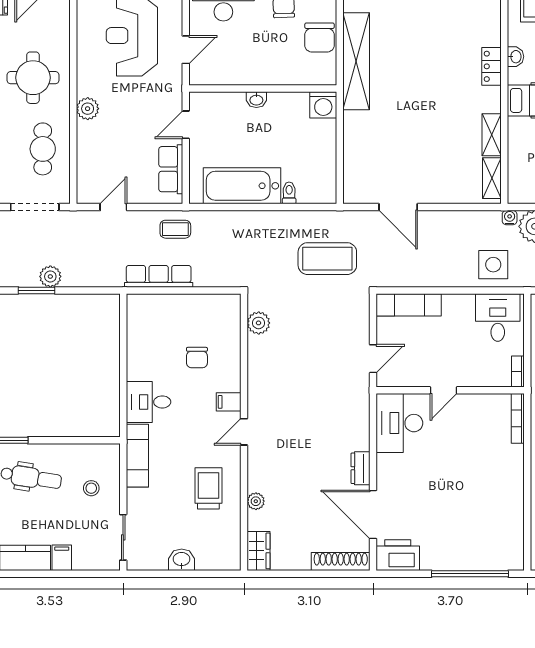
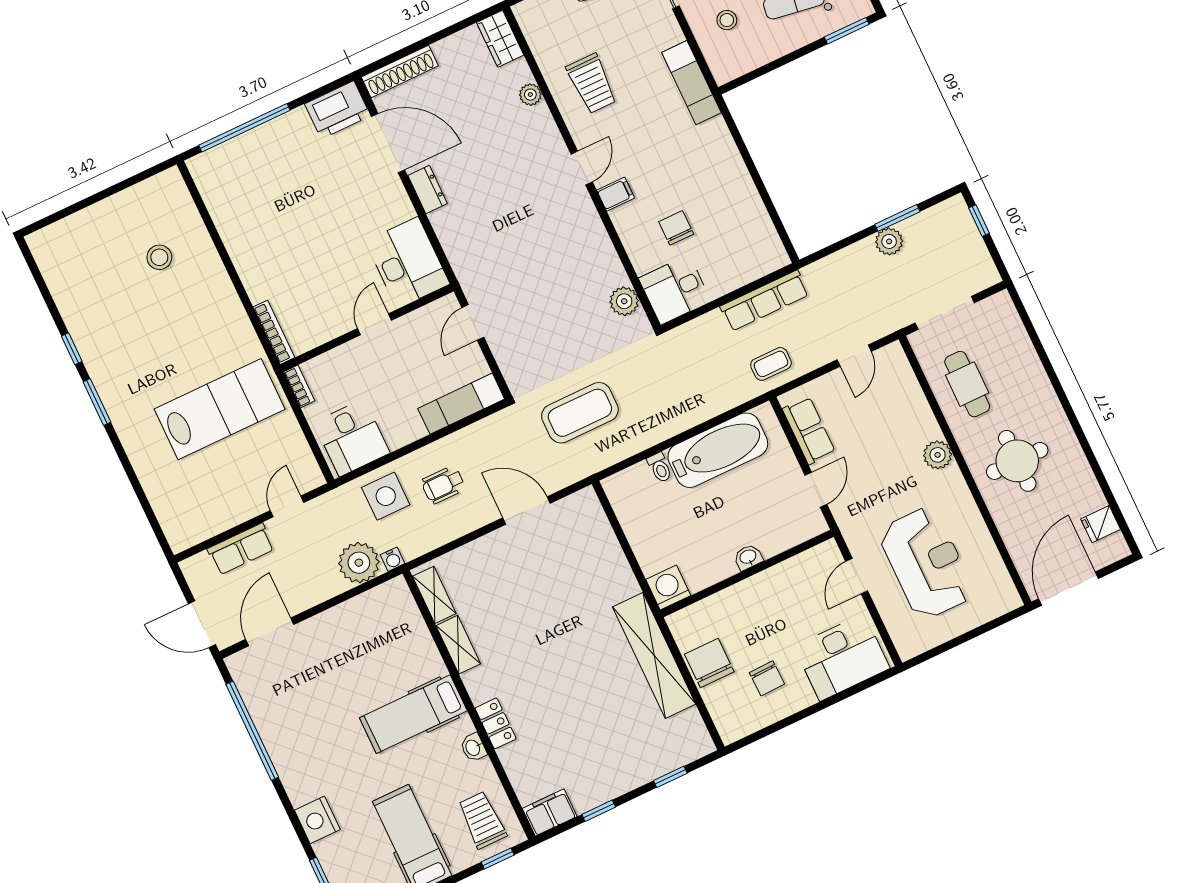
wheelchair: (449, 253) -> (443, 485), added
desk: (148, 402) -> (675, 290), moved, turned 180

